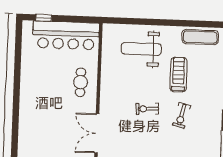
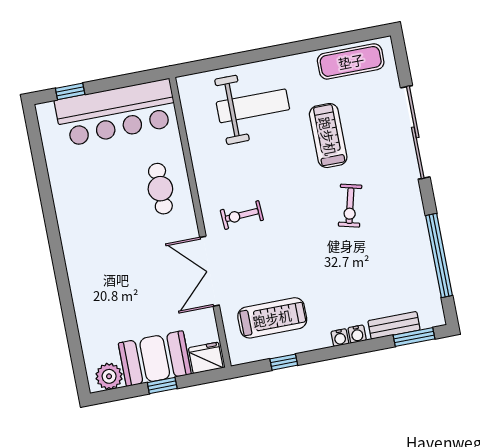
weight bench: (141, 49) -> (253, 106), turned 180
exercise bike: (147, 109) -> (242, 215), moved

